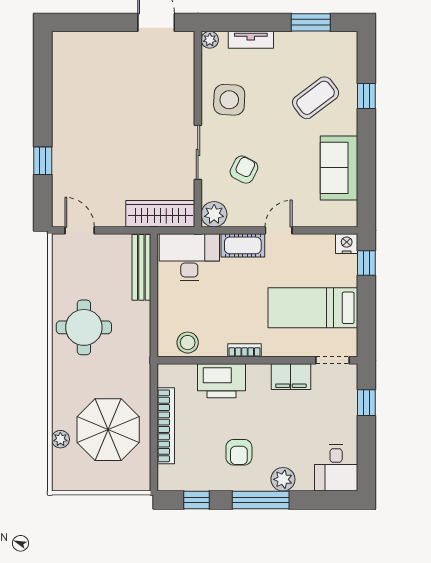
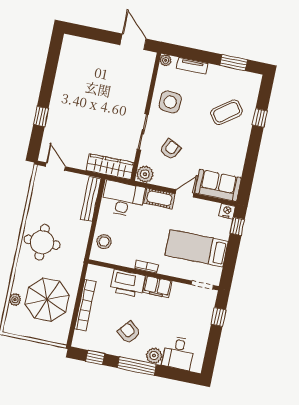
sofa: (339, 168) -> (218, 185), moved, turned 90
round table: (84, 327) -> (42, 242), moved
stool: (188, 343) -> (104, 242), moved
filing cabinet: (291, 377) -> (157, 287), moved
armchair: (239, 452) -> (129, 332), turned 129
desk: (336, 468) -> (178, 353), moved

